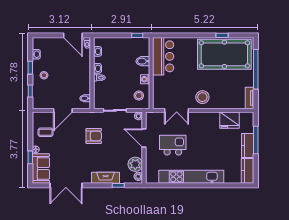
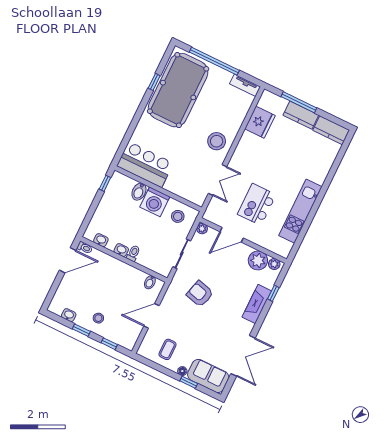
washing machine: (145, 79) -> (155, 202), width x1.89, depth x1.89
door: (63, 110) -> (151, 316), swing flipped
armchair: (94, 136) -> (200, 294), turned -75
kitchen unit: (191, 177) -> (300, 211), width x0.73

